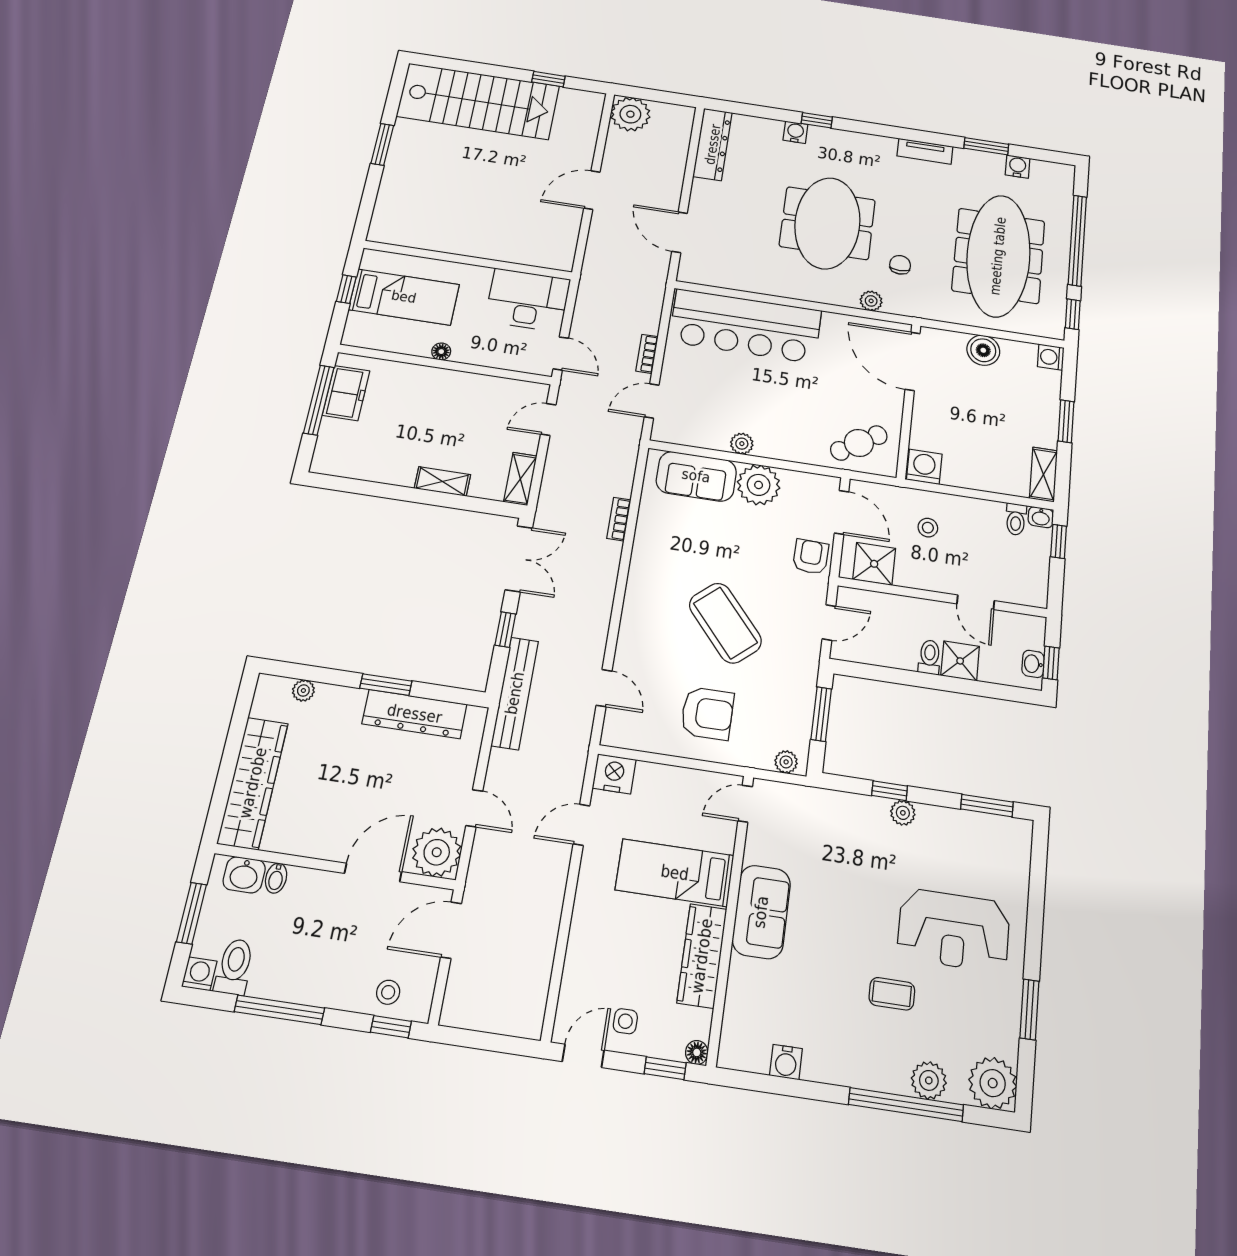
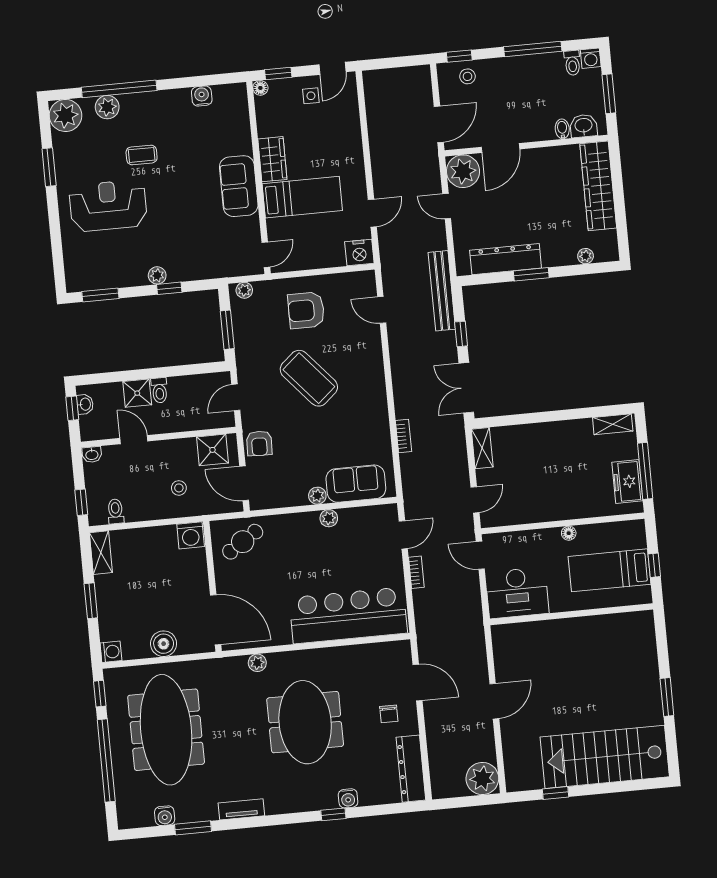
chair: (900, 265) -> (389, 714), moved
shelving: (442, 481) -> (613, 424), moved
plant: (759, 485) -> (317, 496), width x0.53, depth x0.53
washbasin: (1041, 517) -> (92, 454), moved, turned 180
wardrobe: (702, 956) -> (272, 159), width x0.67
toilet: (234, 967) -> (572, 63), width x0.73, depth x0.72

